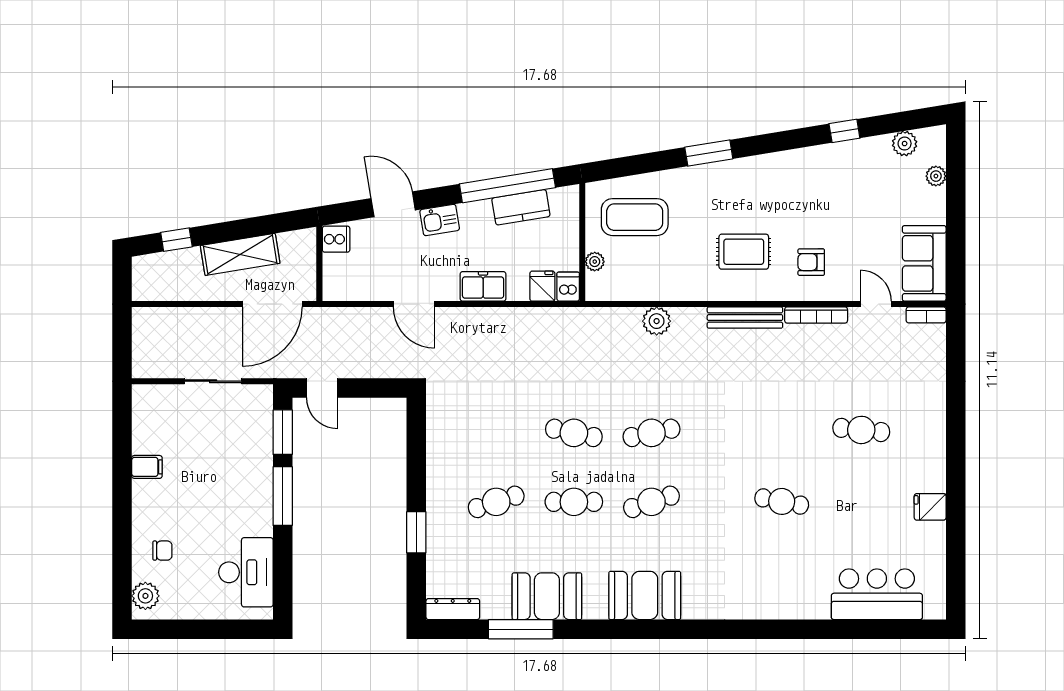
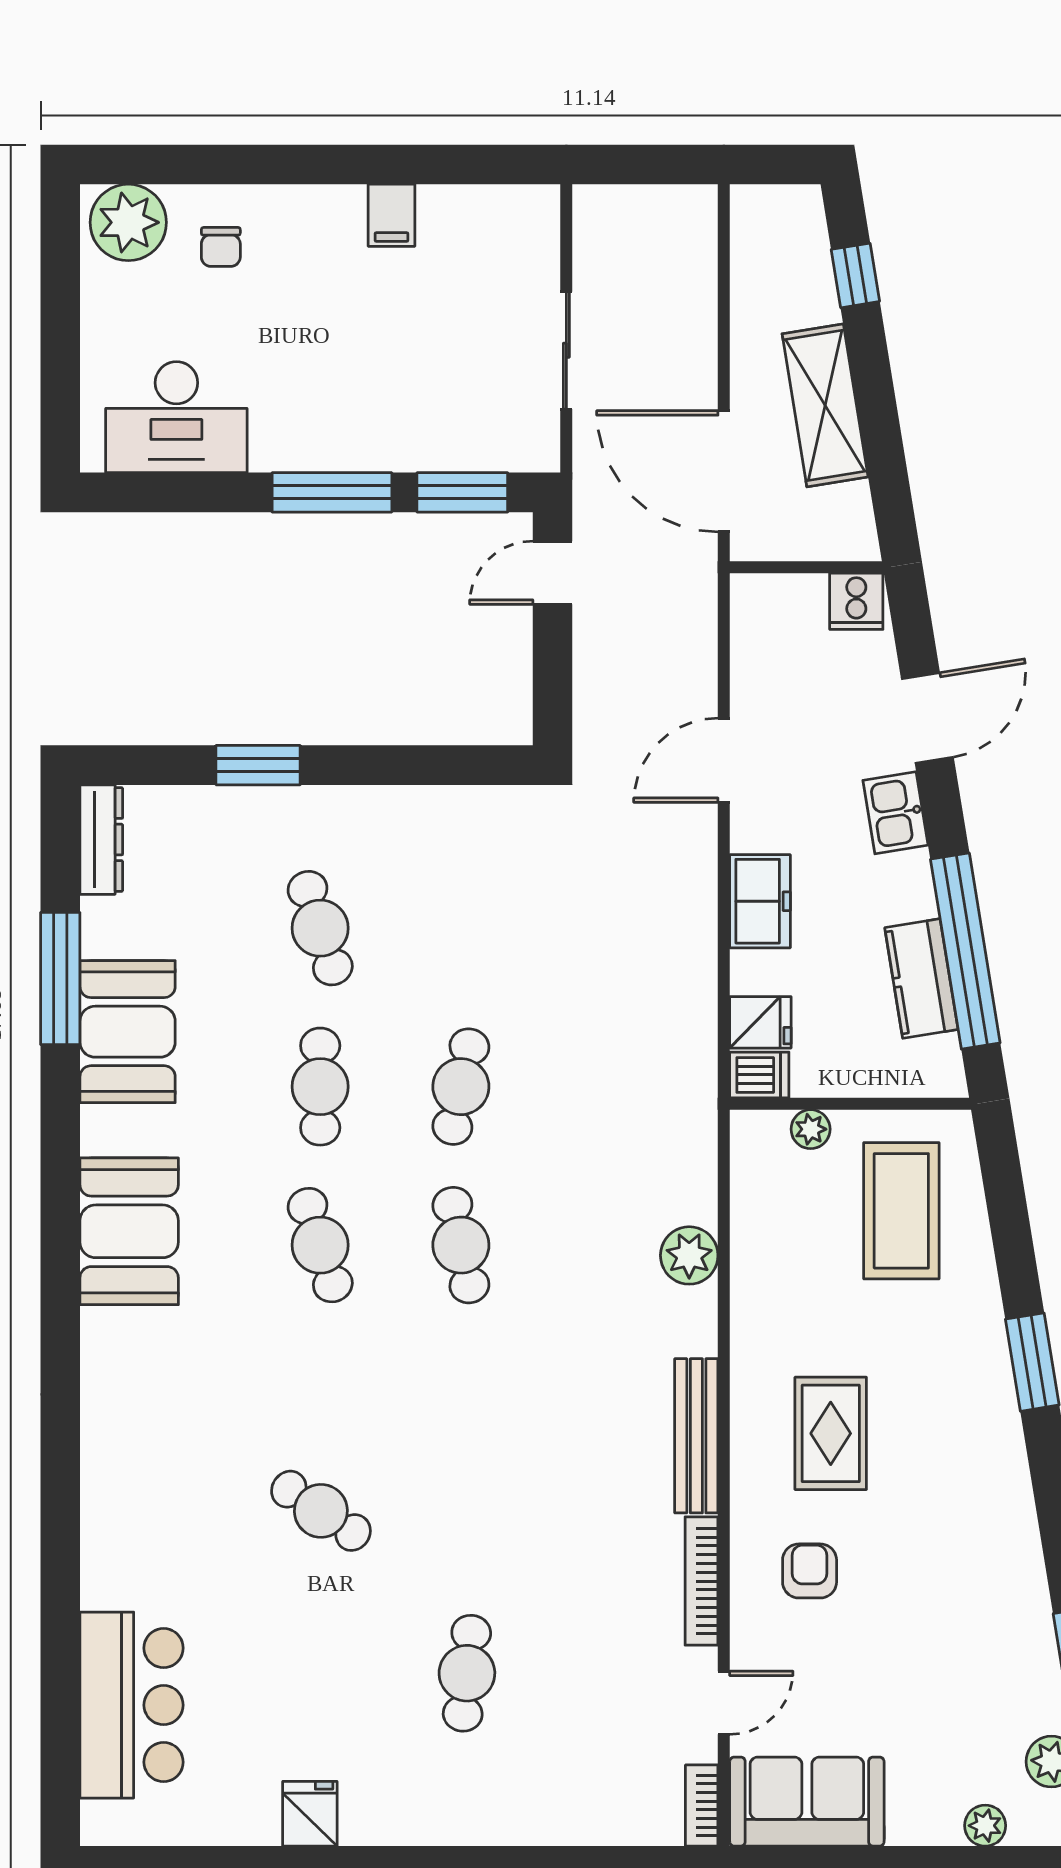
cafe table: (782, 501) -> (321, 1511), turned -67
plant: (145, 596) -> (128, 222), width x1.36, depth x1.36

